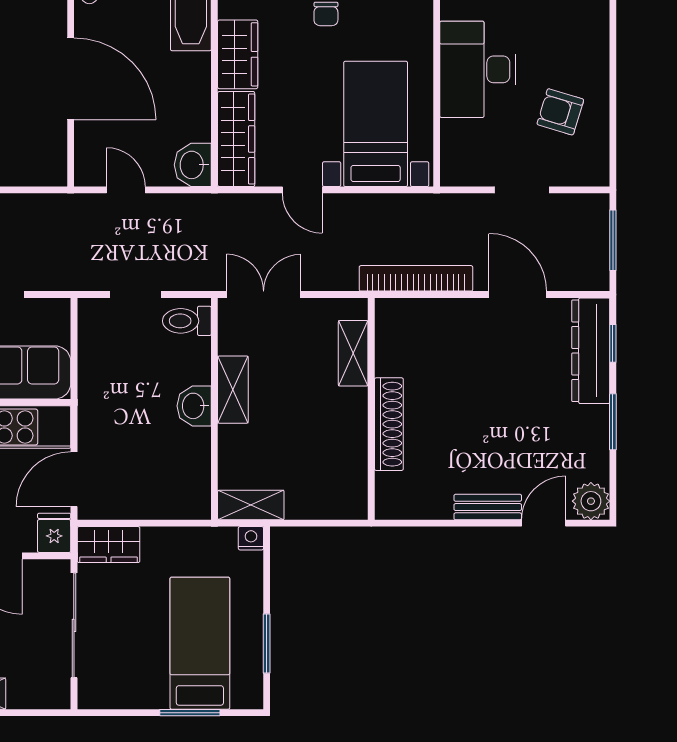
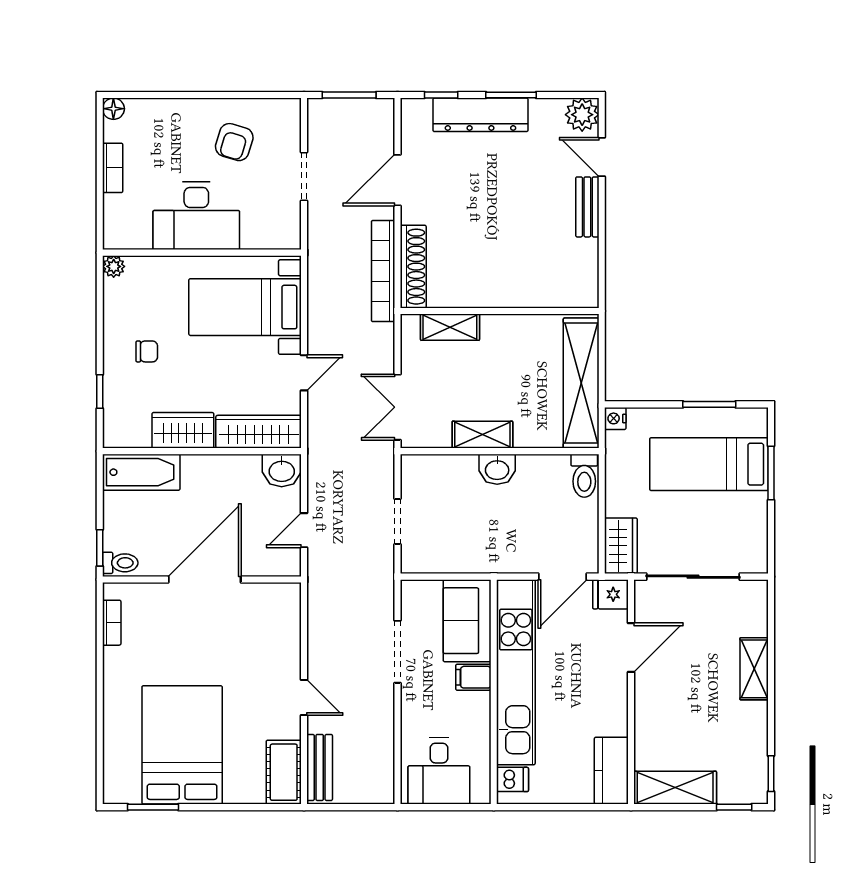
toilet: (187, 321) -> (584, 476), moved
dresser: (591, 351) -> (480, 115), moved
shoe rack: (389, 424) -> (413, 267), moved, turned 90
door: (74, 479) -> (562, 577), hinge flipped
shelving: (251, 505) -> (581, 383), width x2.20, depth x1.33

